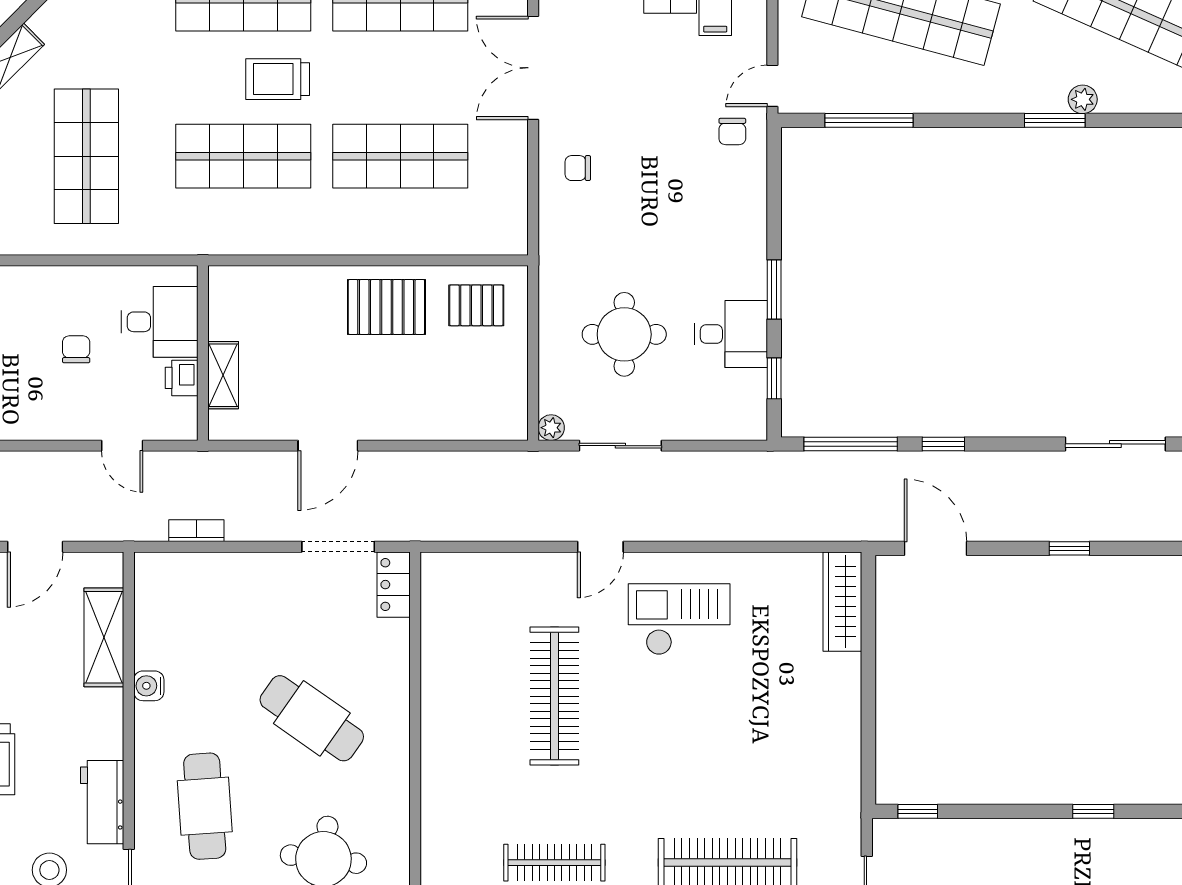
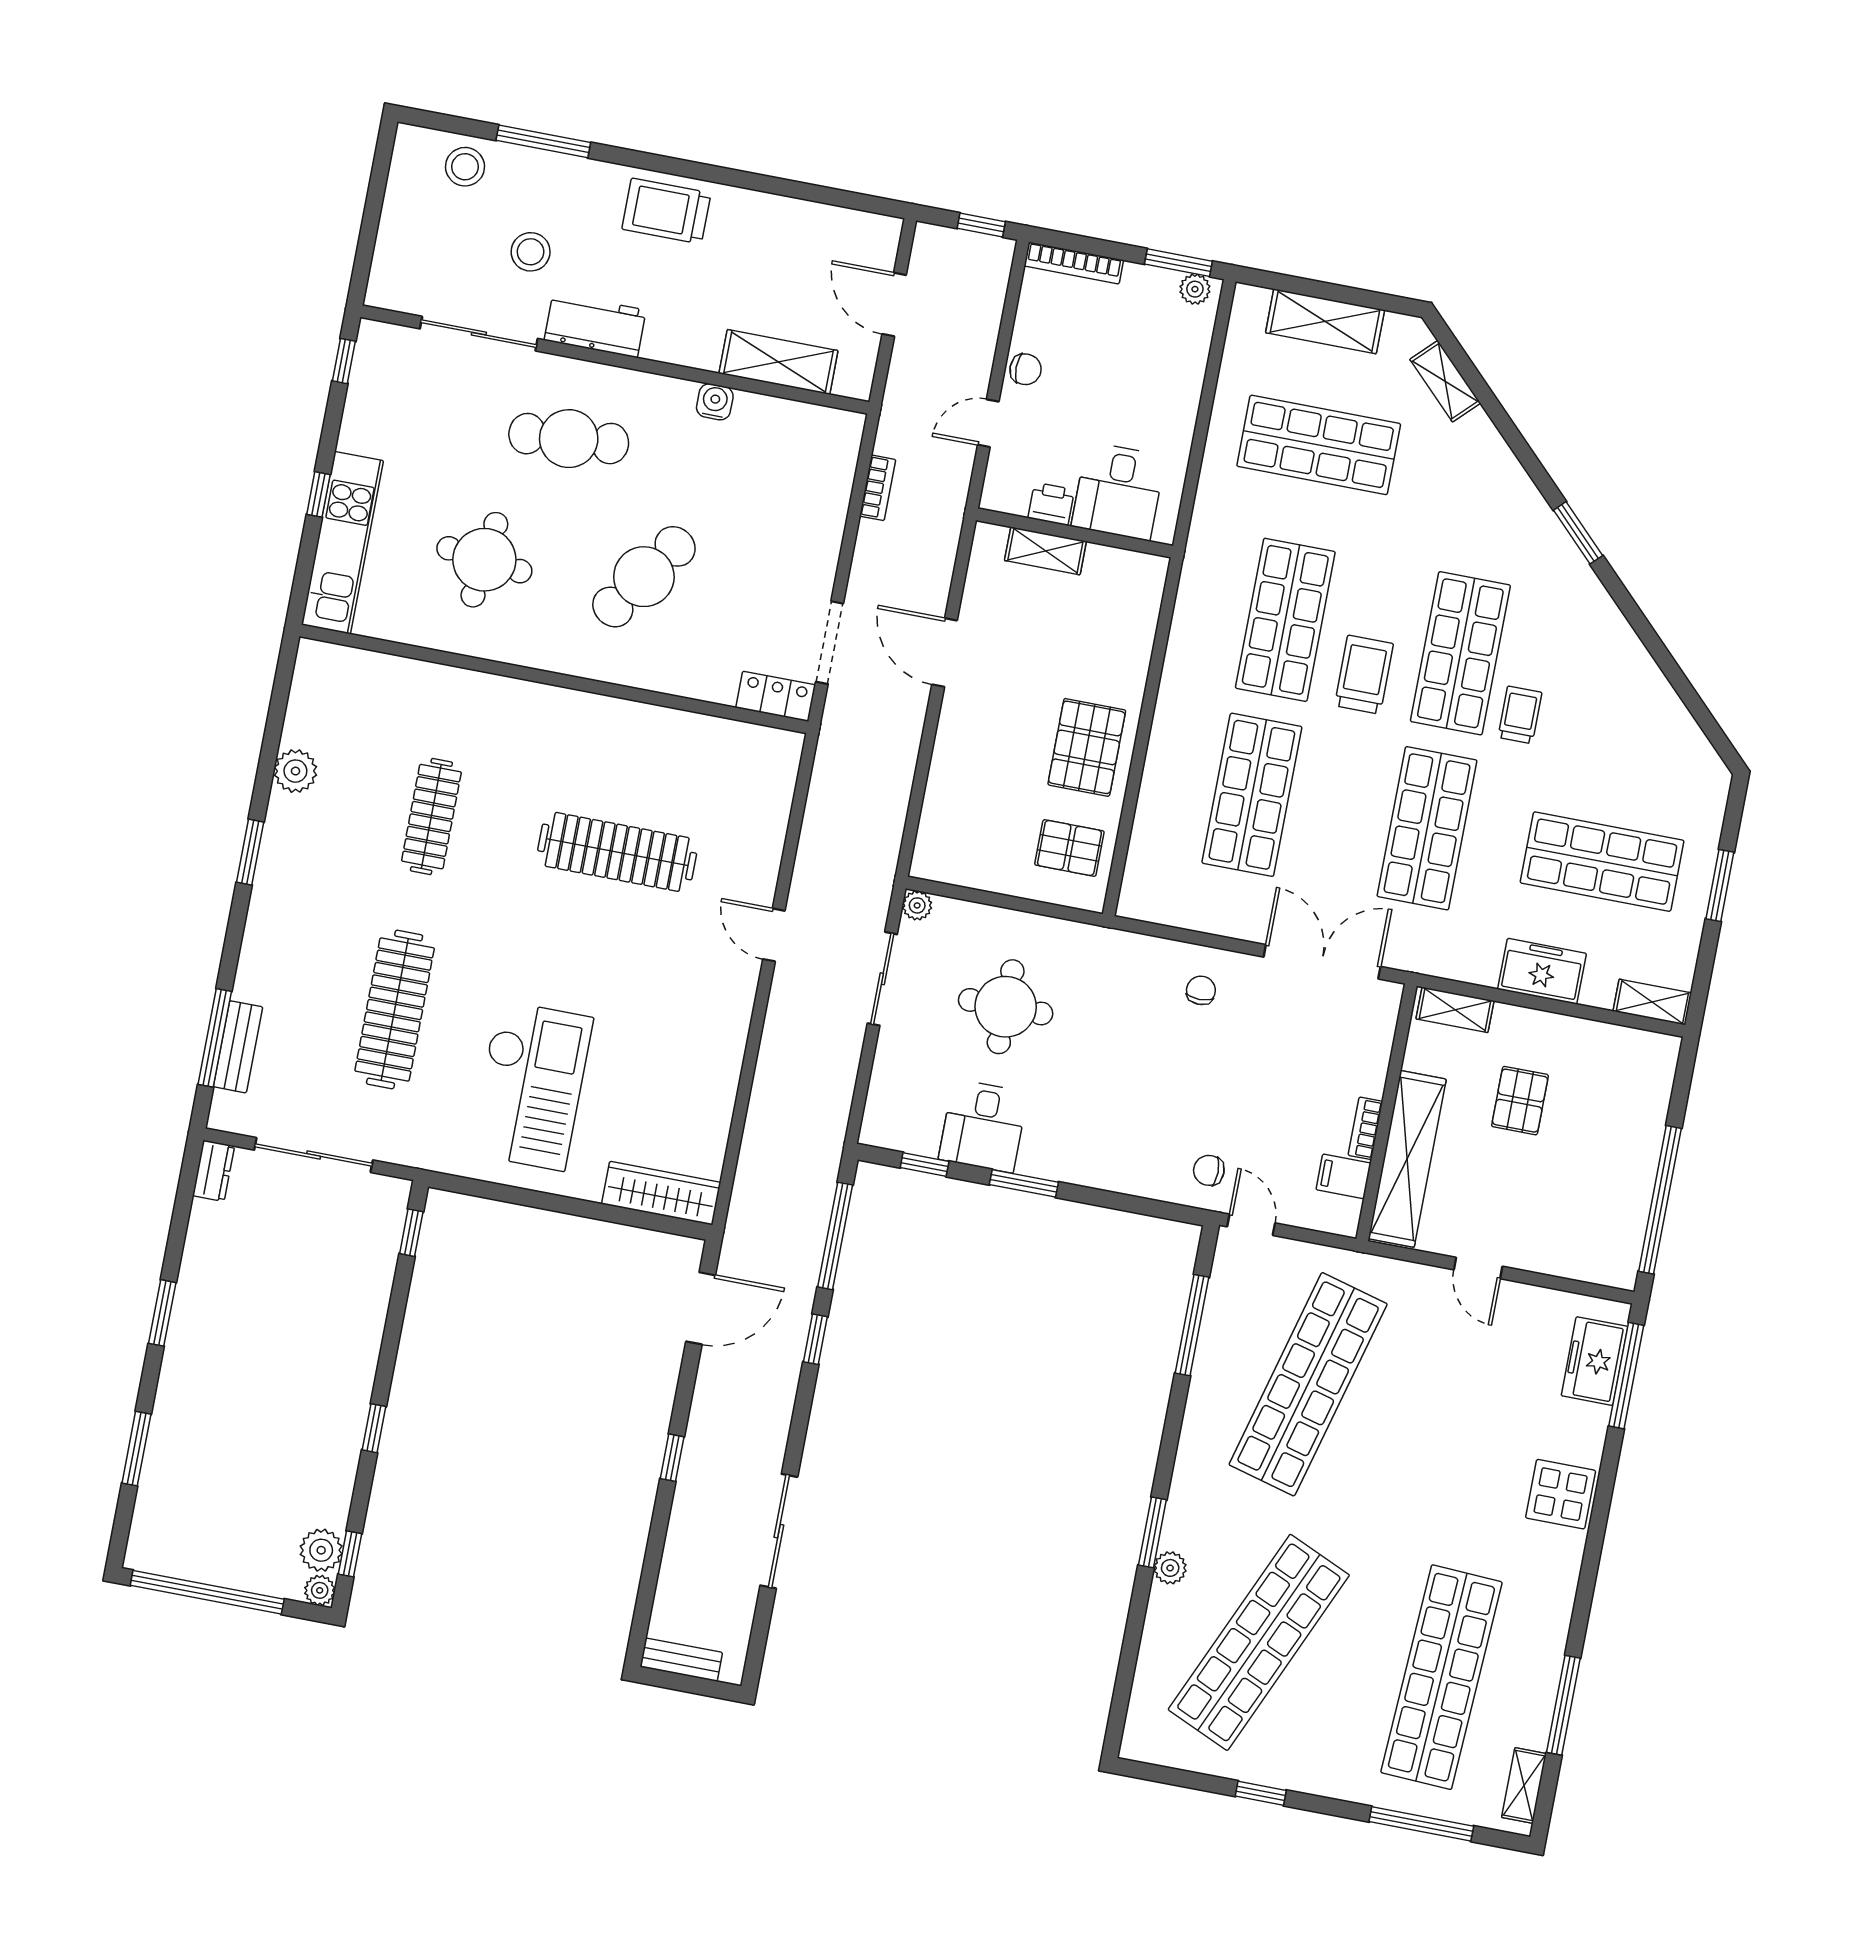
pallet: (476, 305) -> (1069, 848), turned 90
chair: (76, 349) -> (1026, 369), moved
checkout: (679, 619) -> (531, 1086), moved, width x1.36, depth x1.21

